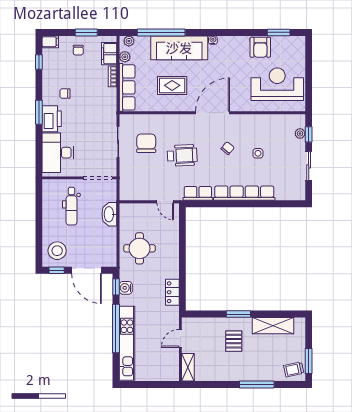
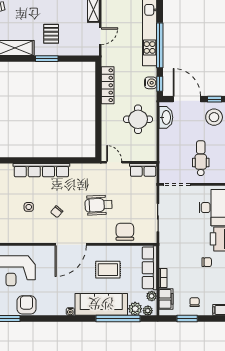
plant: (143, 43) -> (135, 309), added
chair: (146, 143) -> (125, 232), moved, turned 180
row of seats: (198, 193) -> (143, 170), moved
washbasin: (109, 214) -> (166, 117), moved
locker: (172, 292) -> (108, 85), width x1.53

